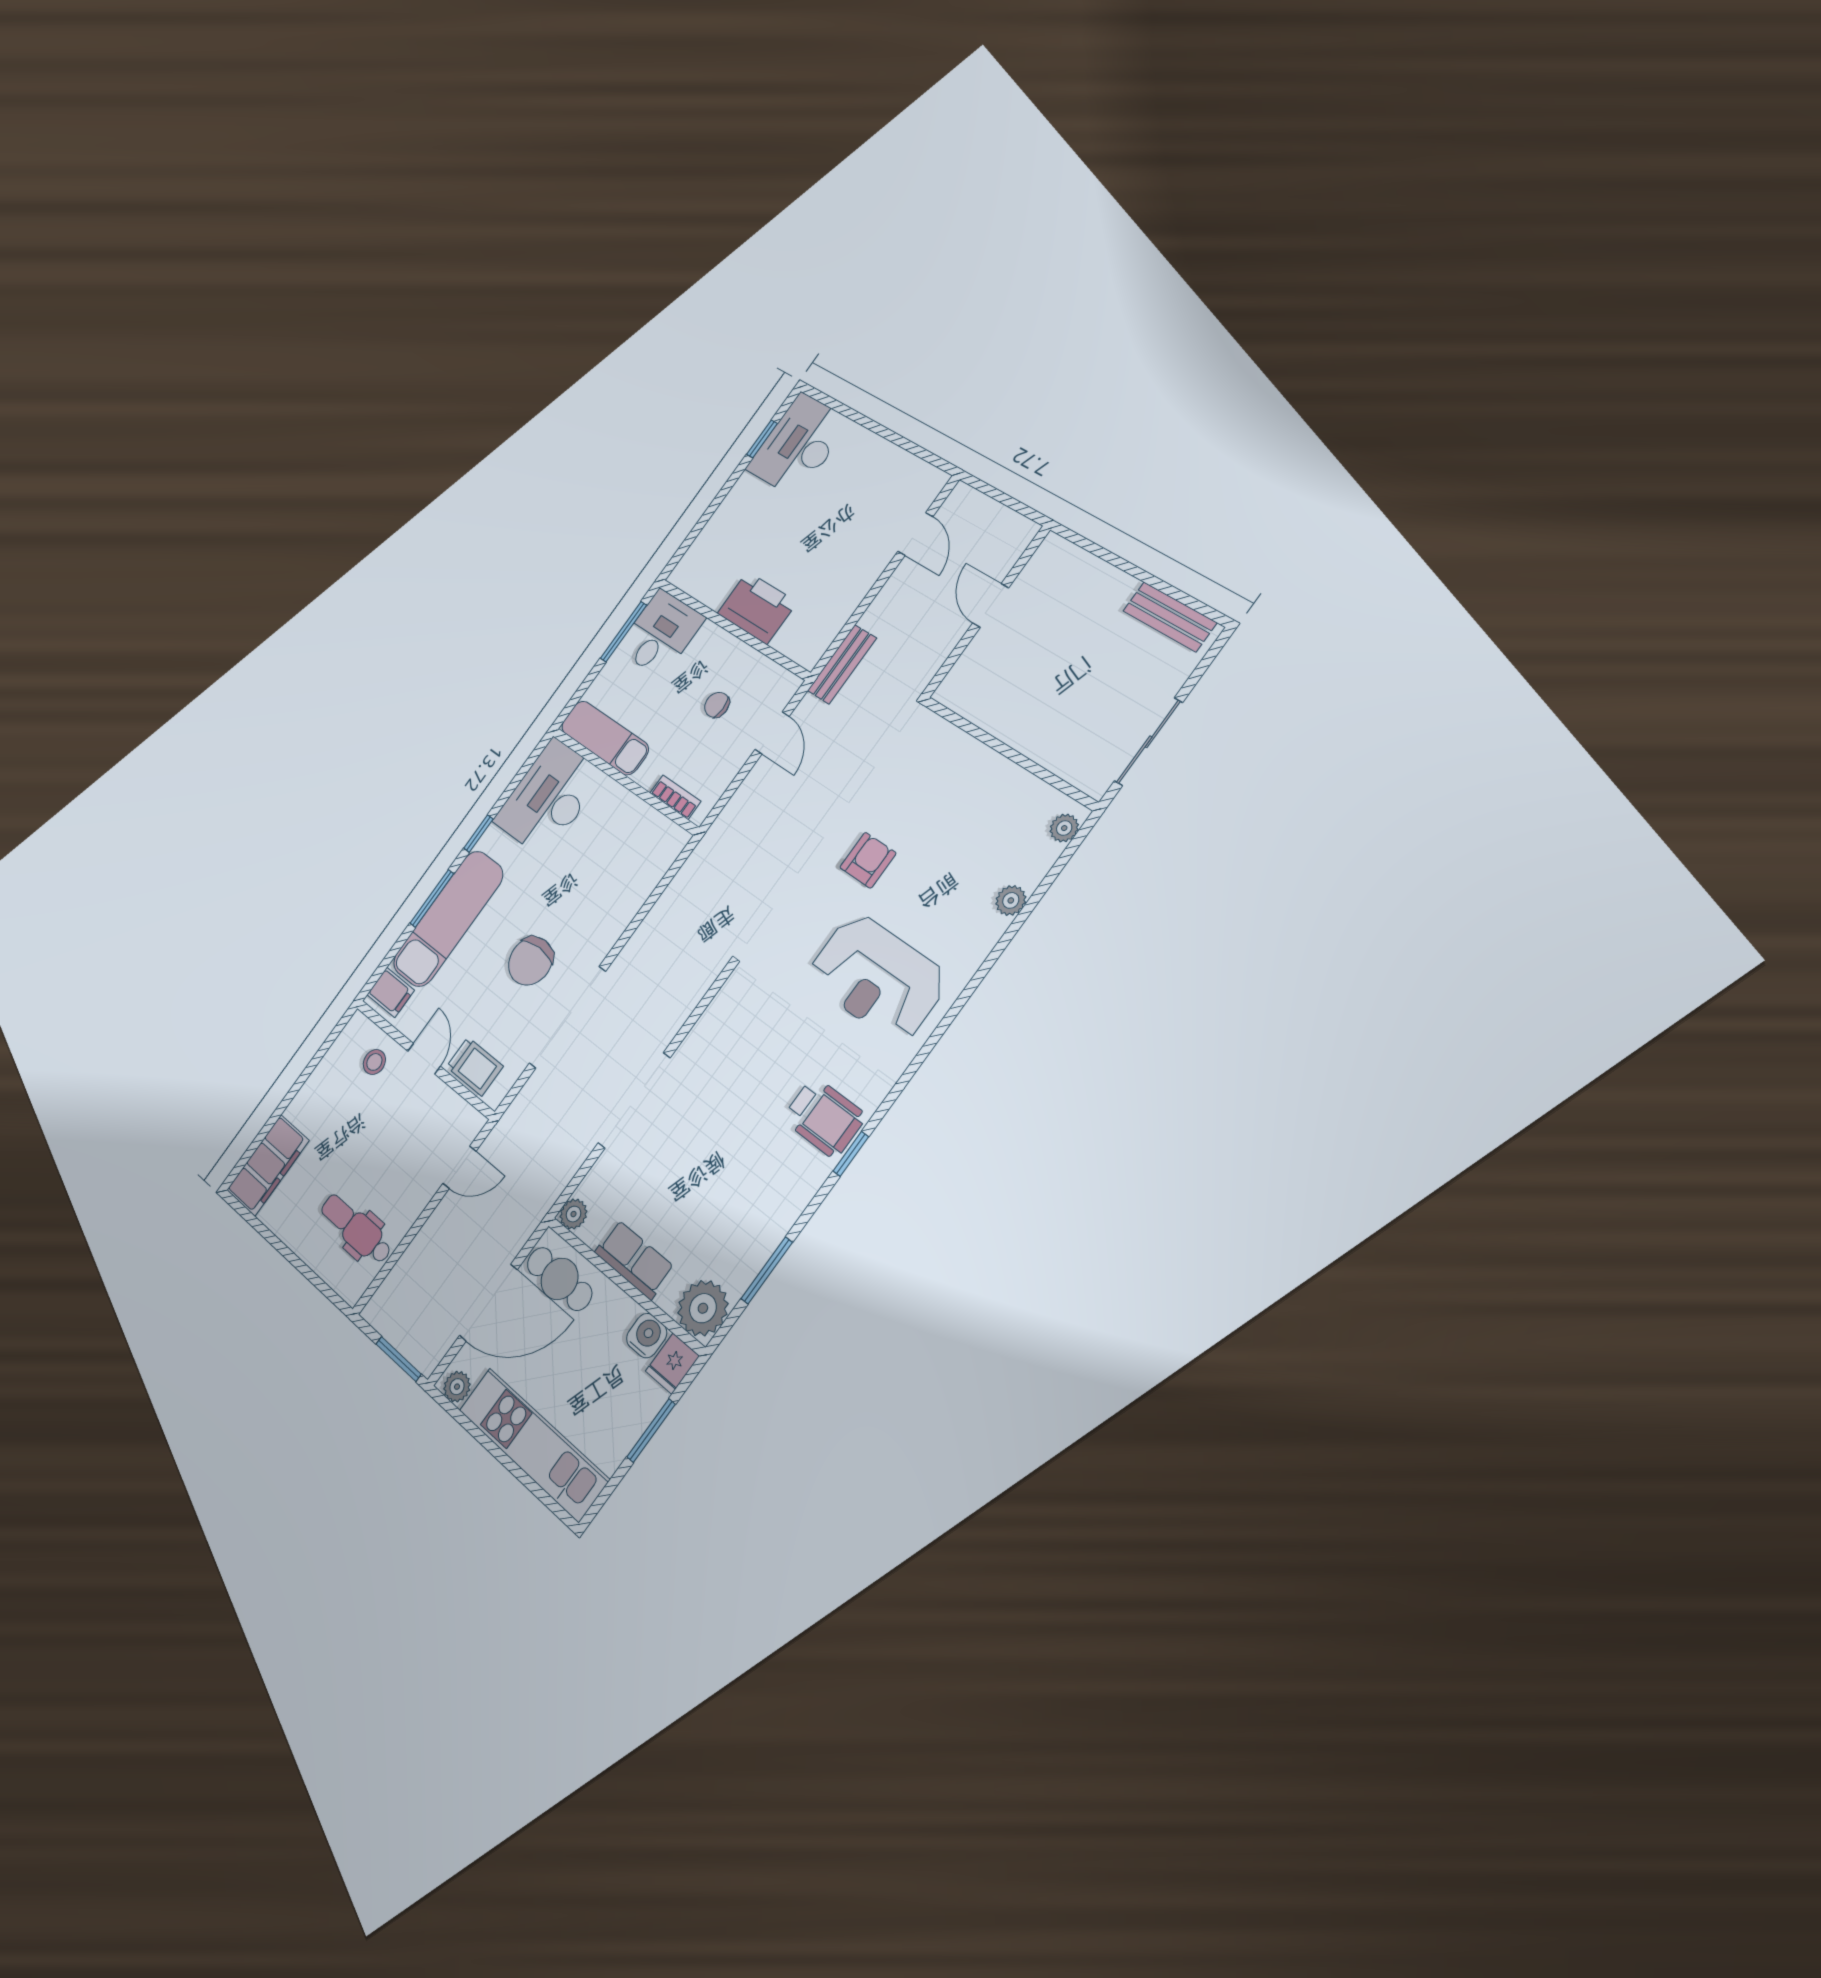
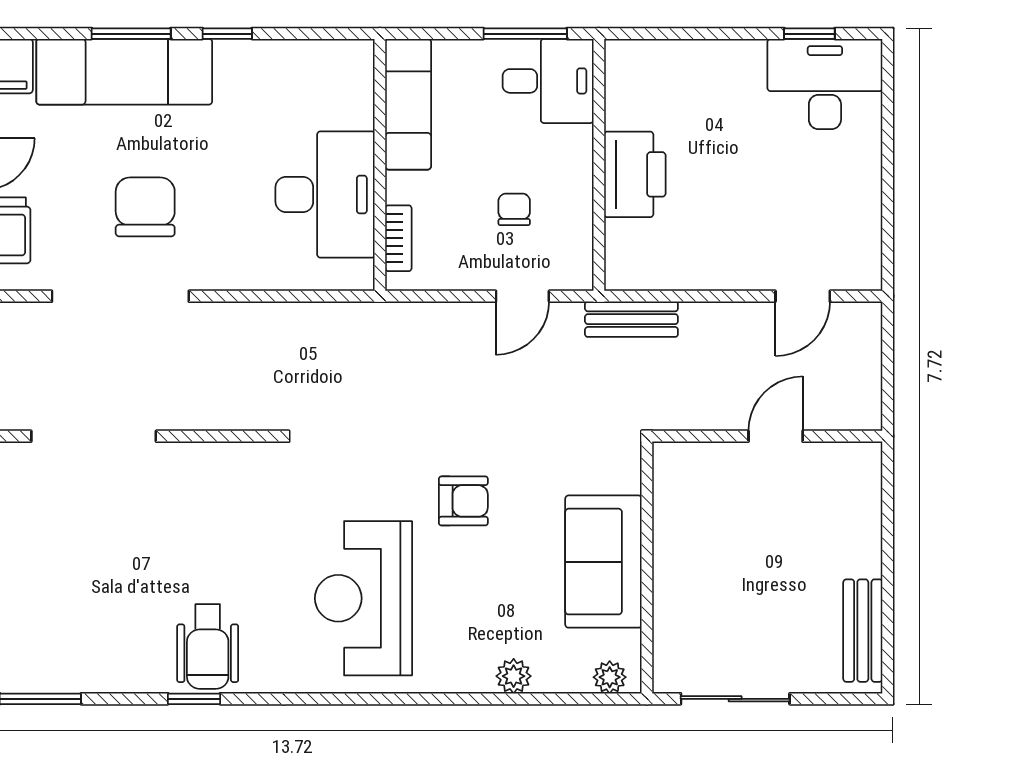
sofa: (982, 783) -> (603, 562), added
desk: (549, 798) -> (325, 195), moved, turned 90
chair: (531, 961) -> (145, 207), turned 90

